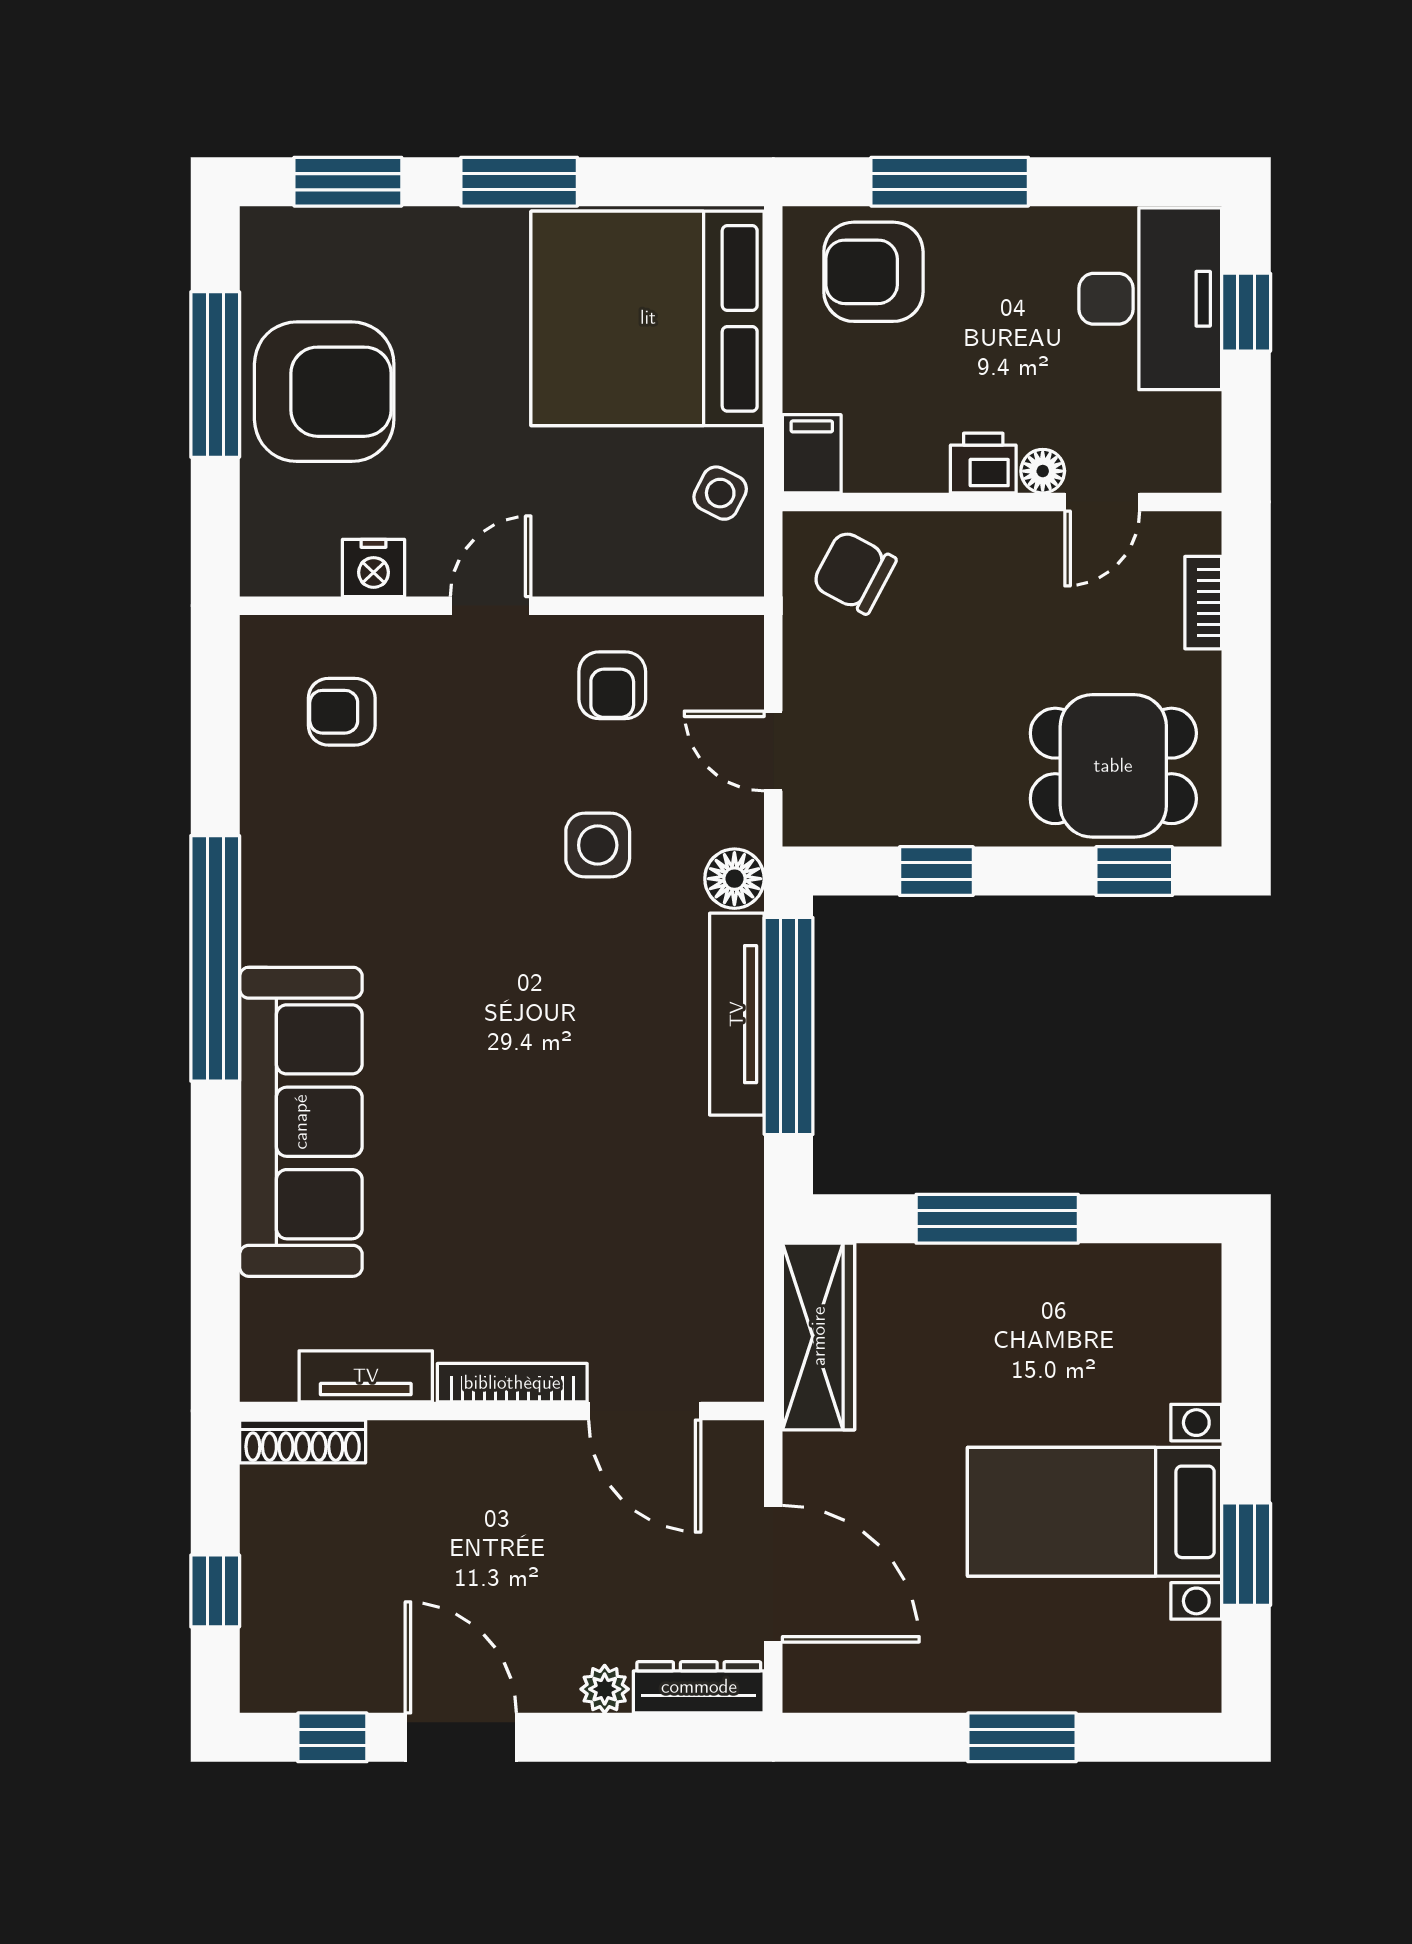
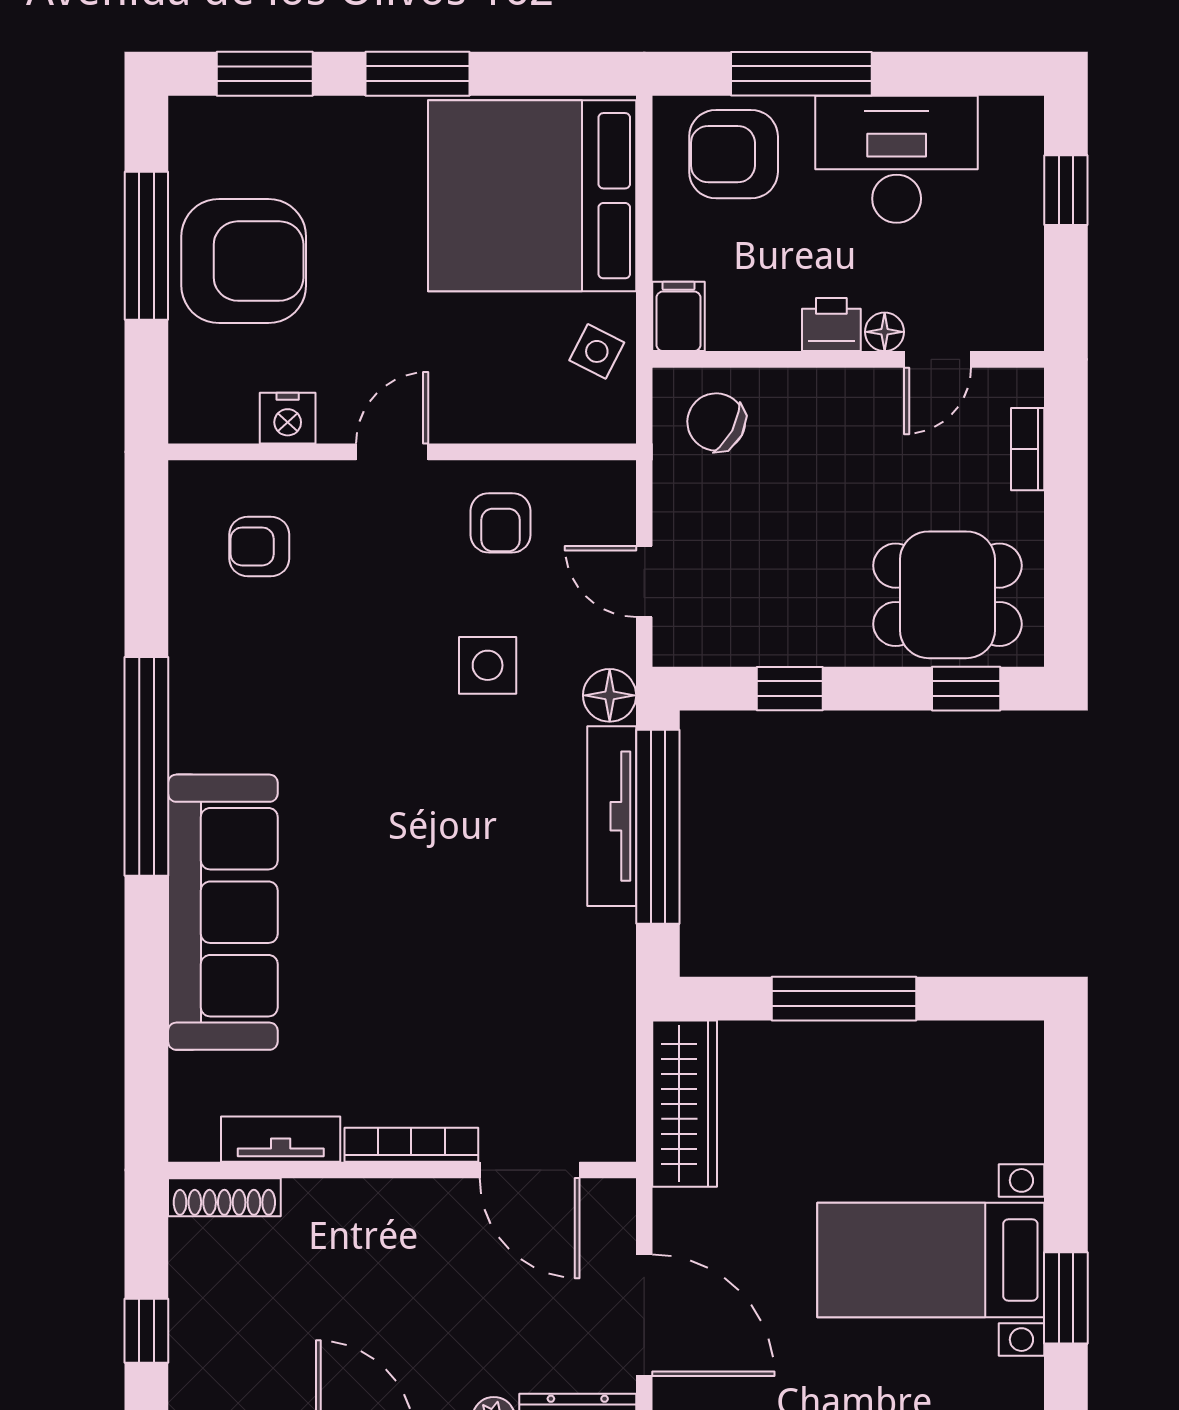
desk: (1150, 299) -> (897, 159), moved, turned -90

